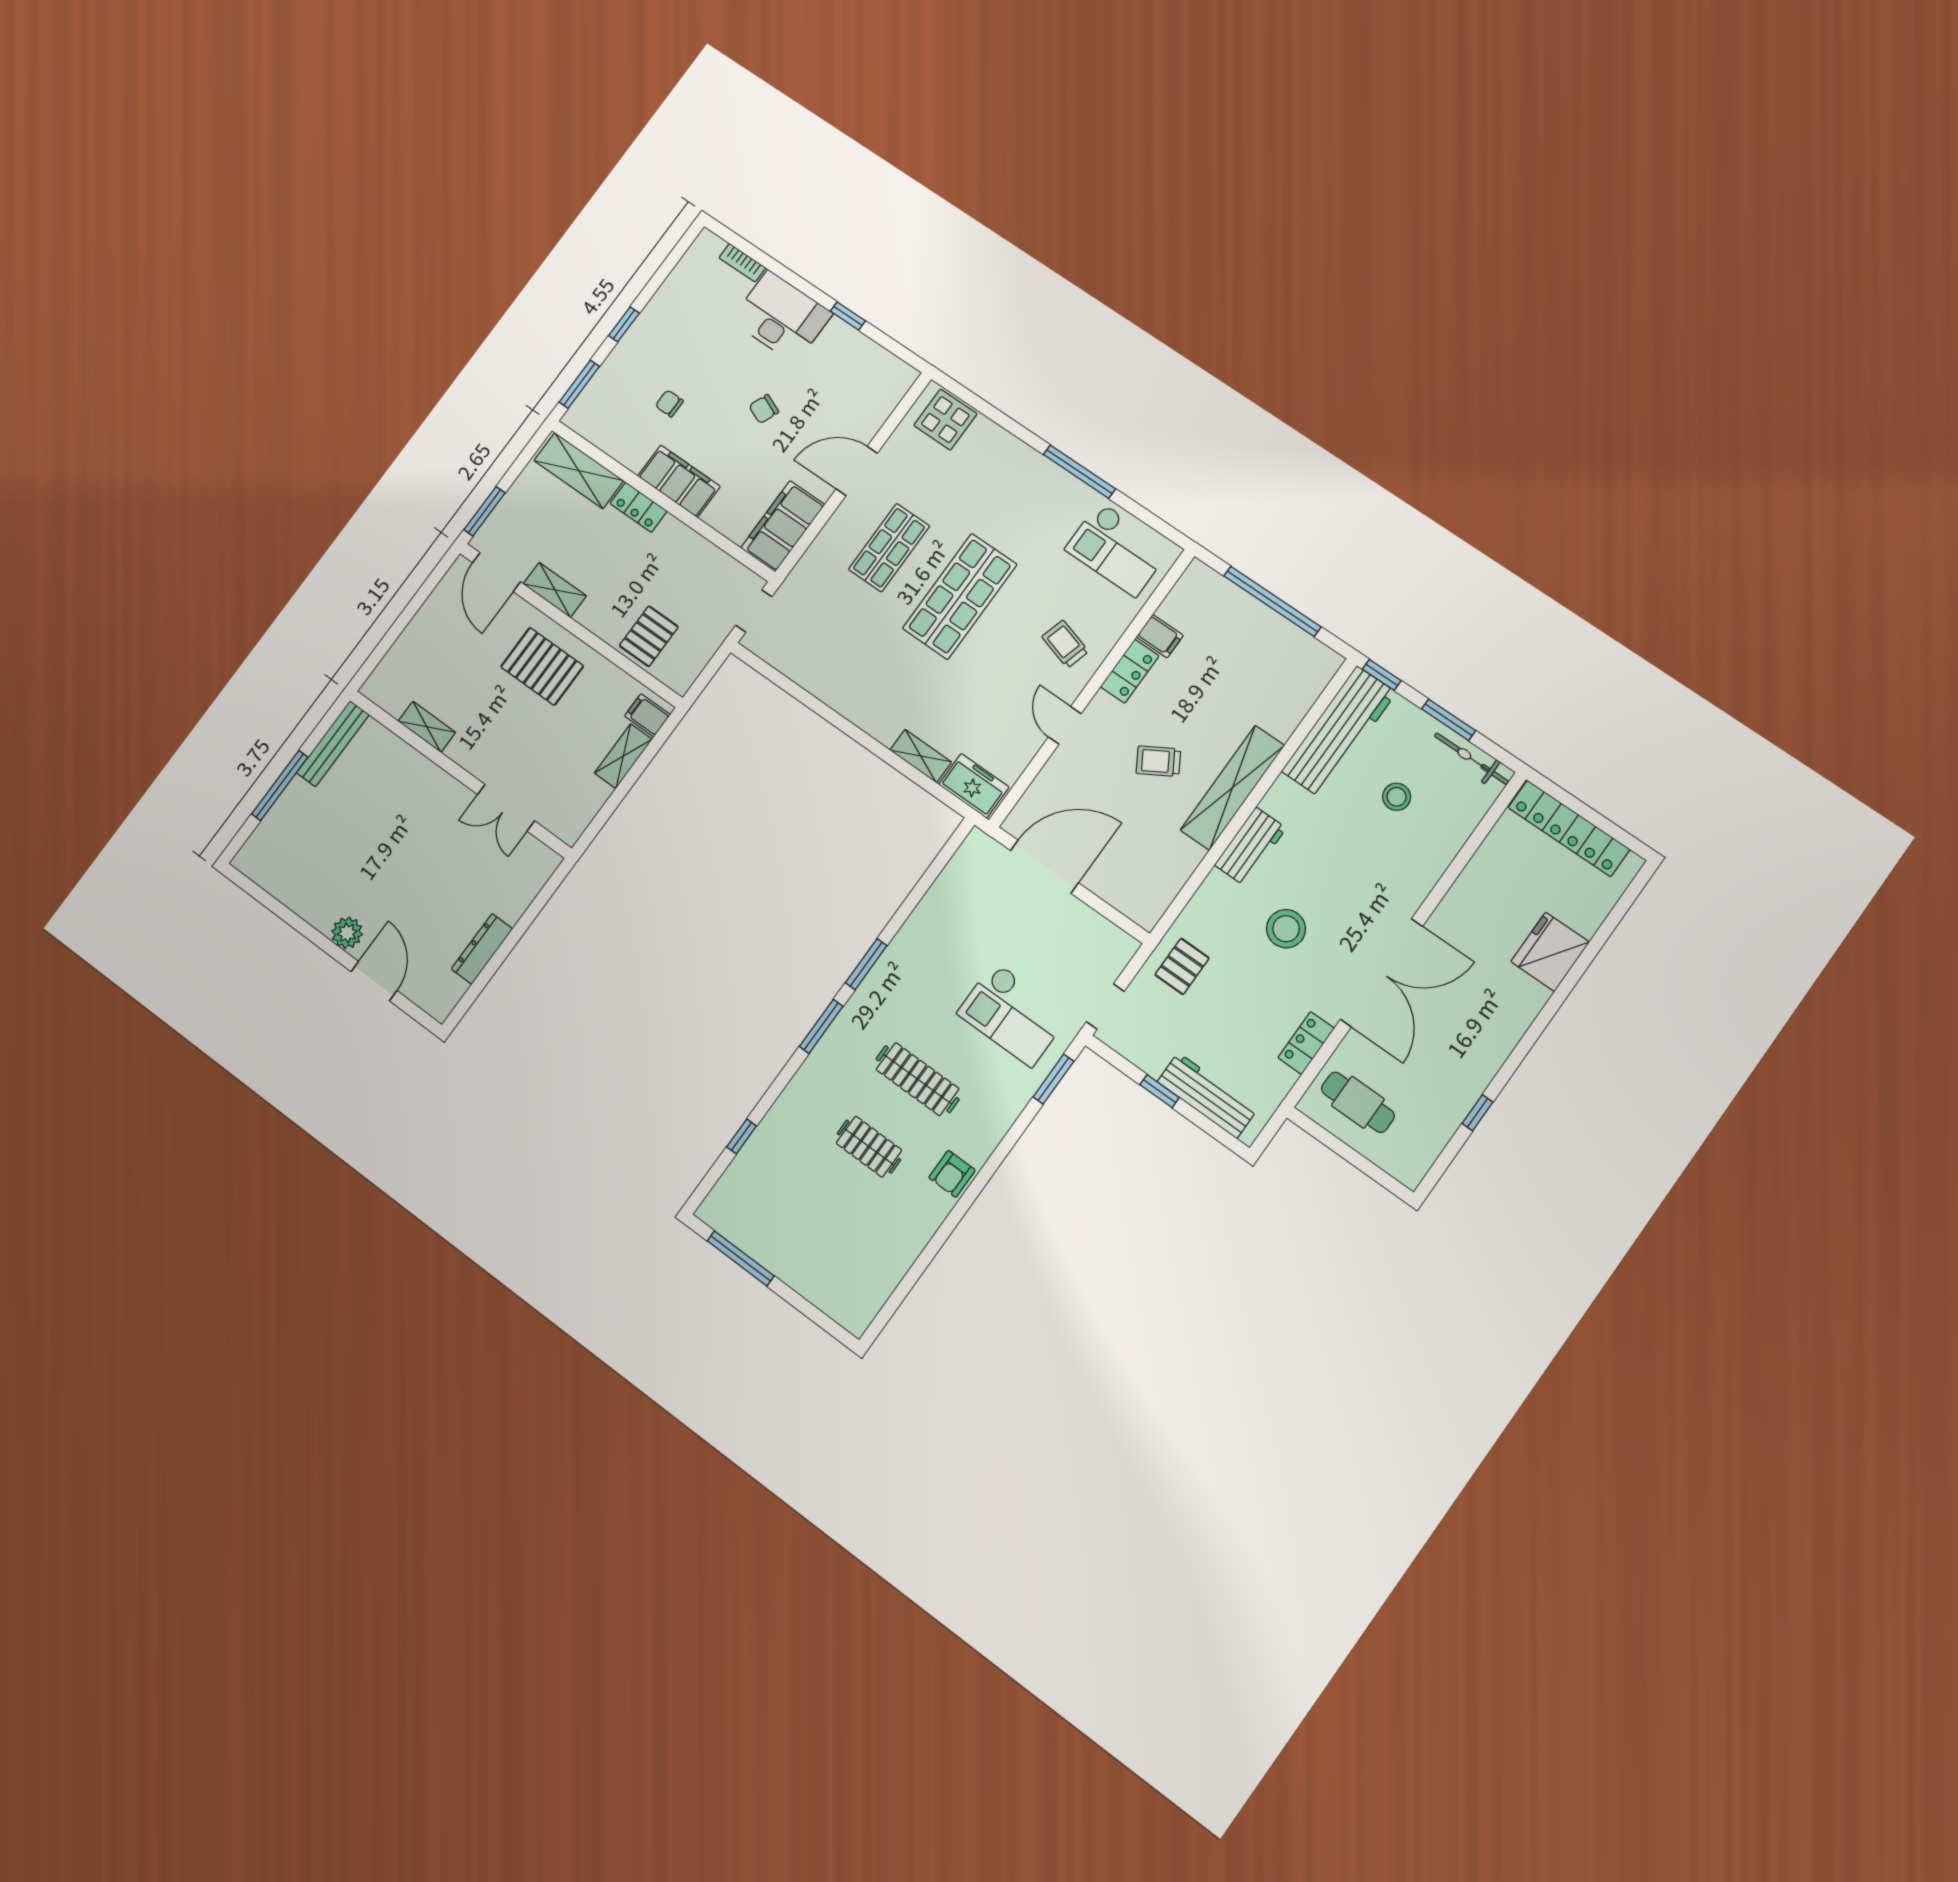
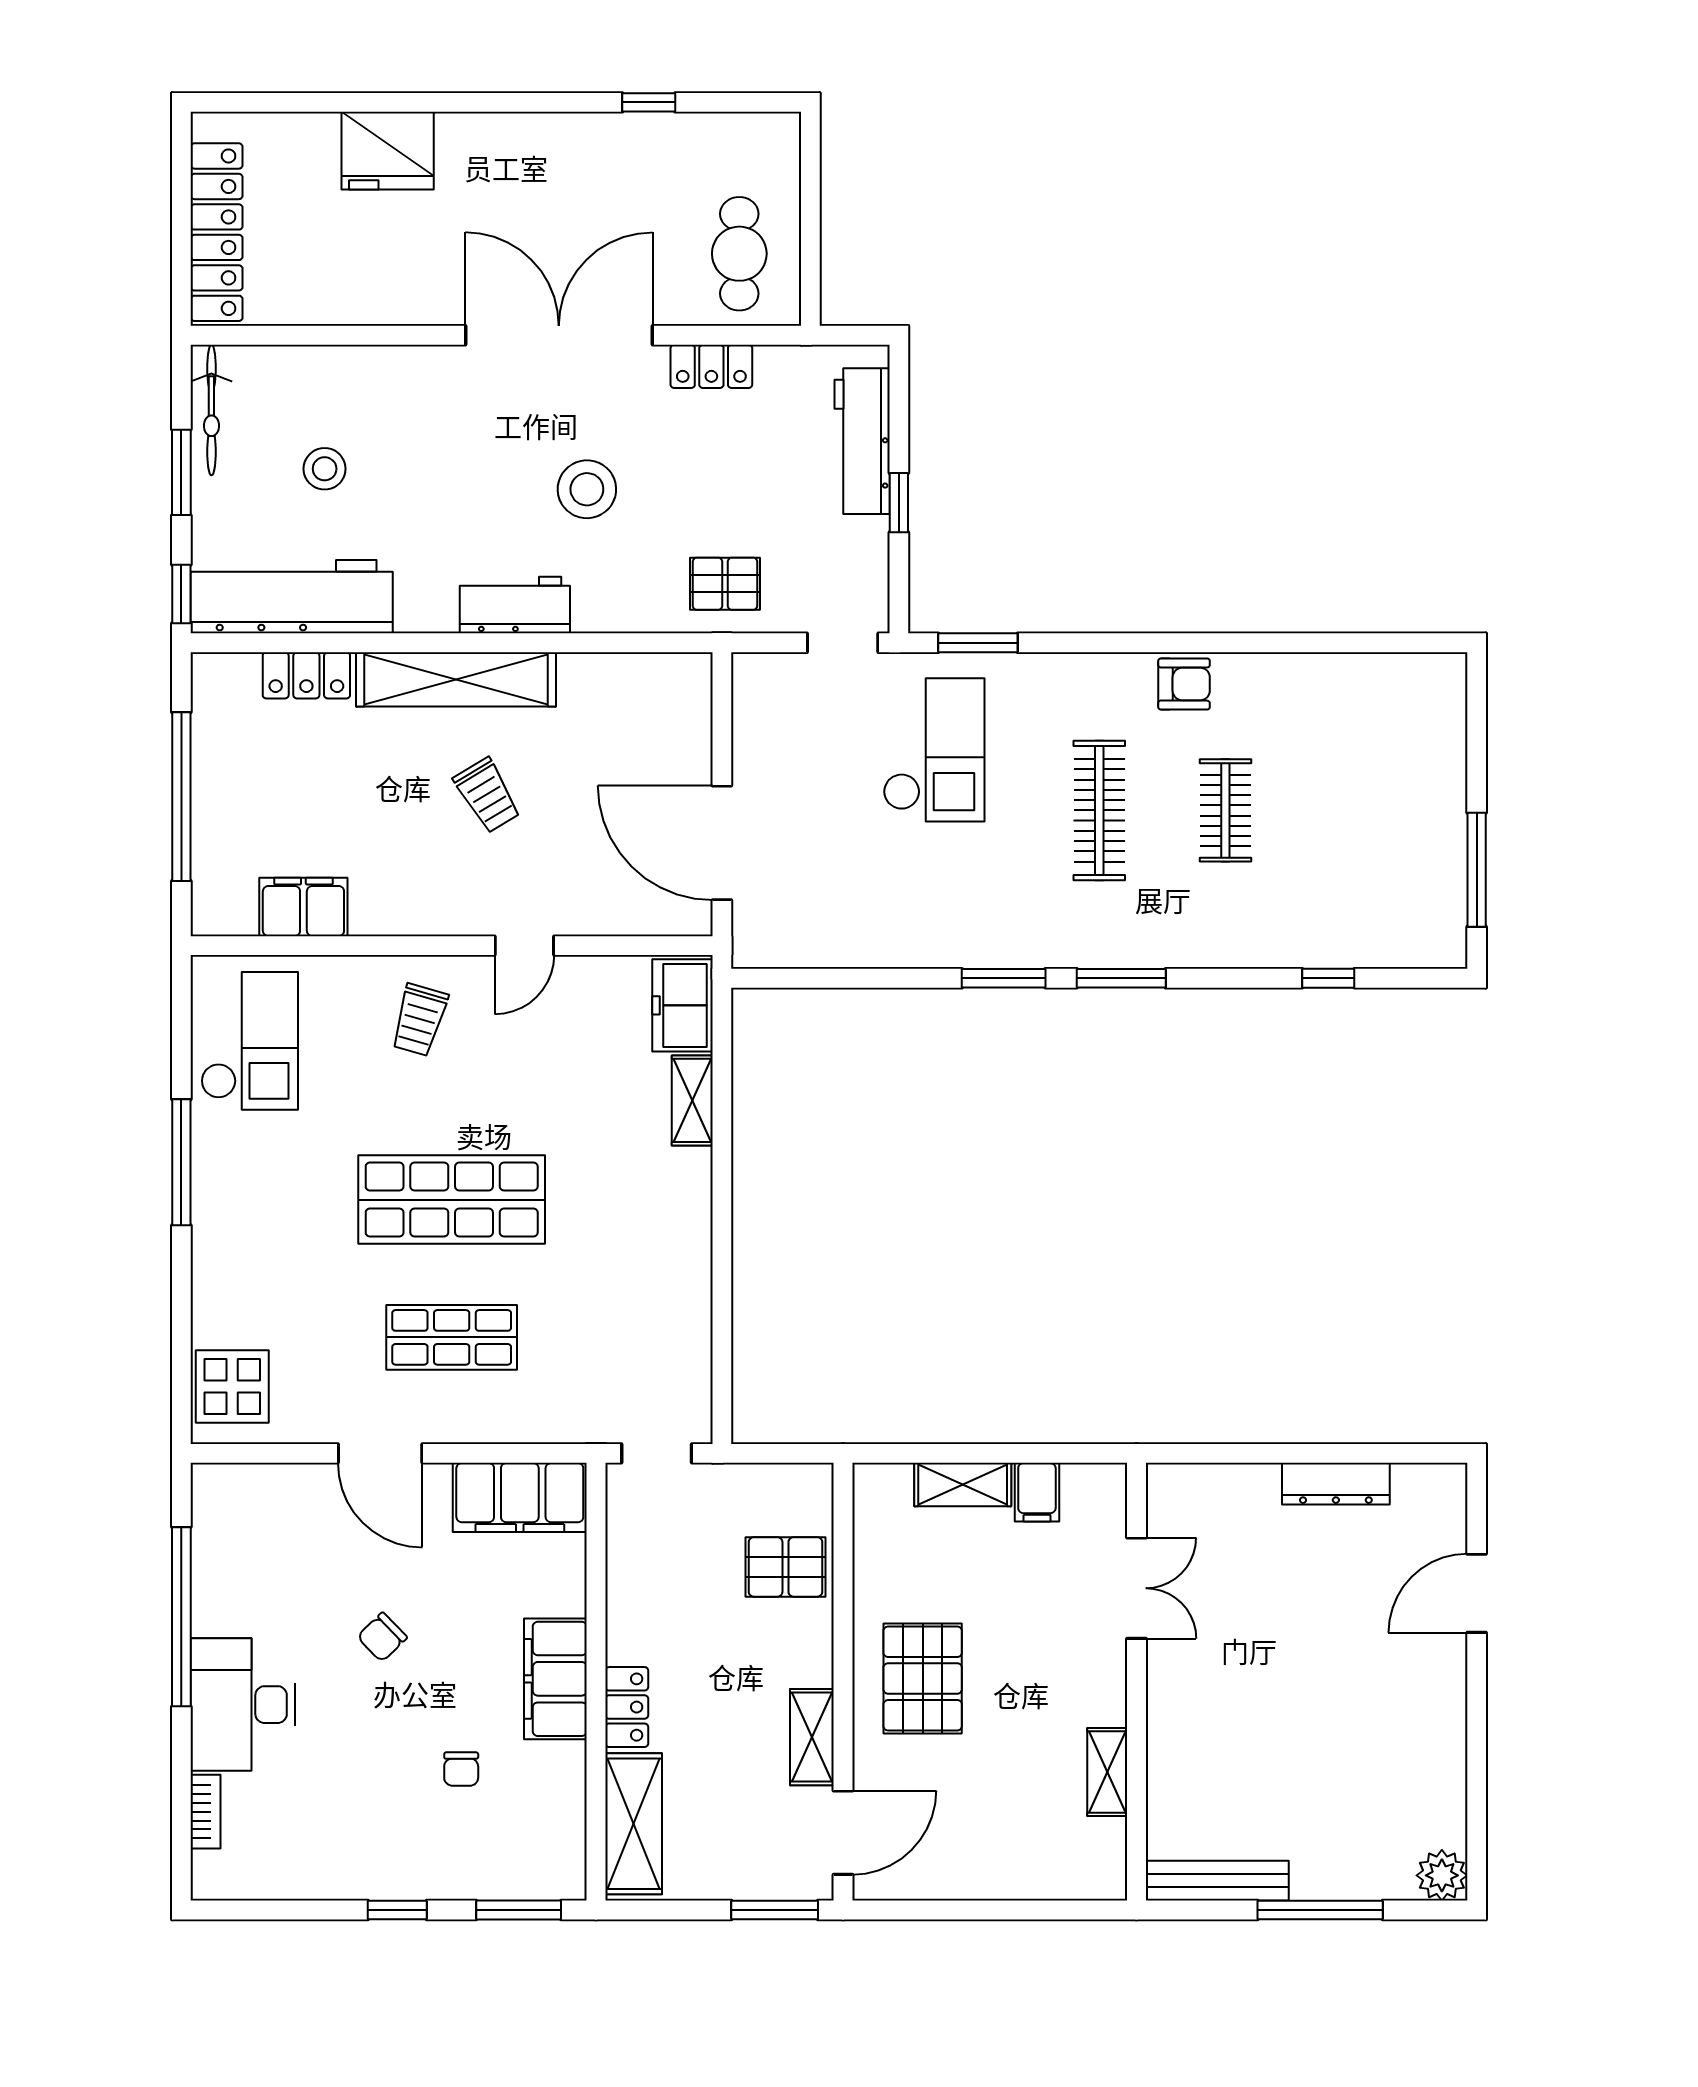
window: (848, 316) -> (181, 1617), width x3.17
chair: (764, 409) -> (382, 1637), turned 113
filing cabinet: (1160, 636) -> (303, 907), width x2.00
locker: (1130, 671) -> (306, 675), moved, turned 180
filing cabinet: (647, 715) -> (1037, 1492), moved
plant: (347, 933) -> (1442, 1875), moved

